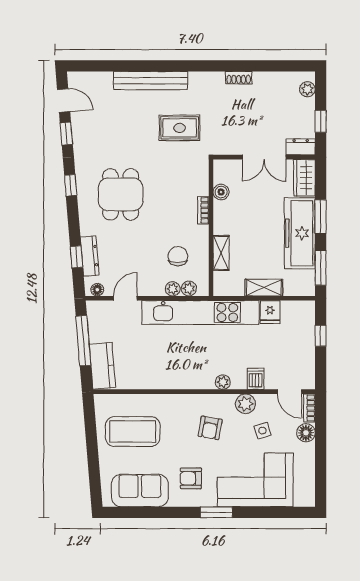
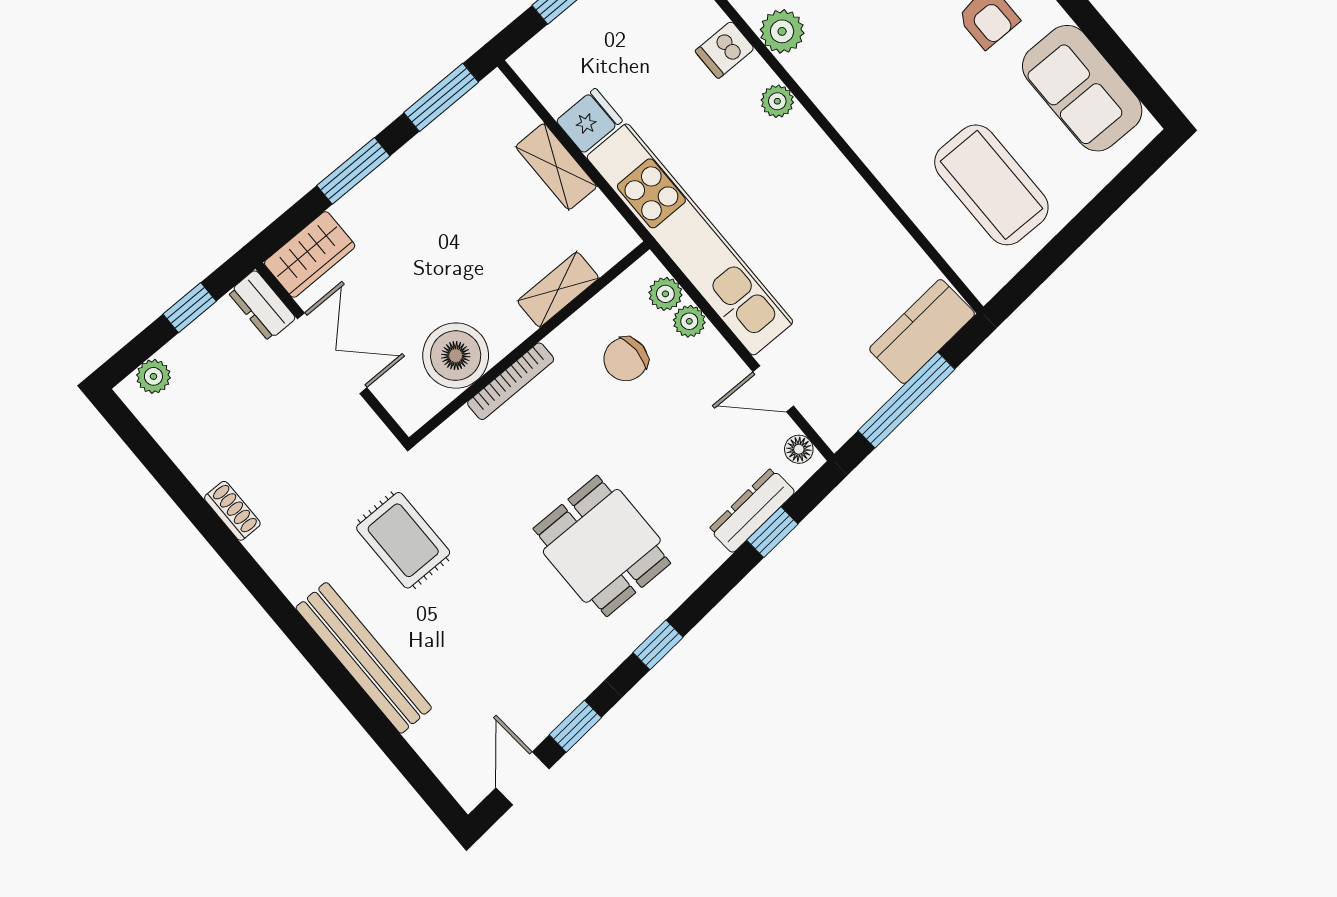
boiler: (221, 192) -> (456, 356), width x1.86, depth x1.86
dining table: (121, 194) -> (602, 546), turned 90
bookcase: (203, 210) -> (511, 381), width x1.56
freezer: (300, 233) -> (411, 183), removed
armchair: (210, 428) -> (874, 58), removed

